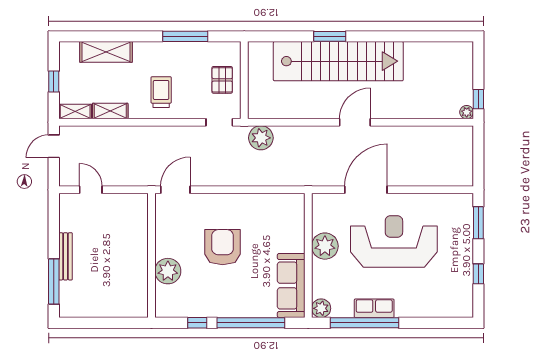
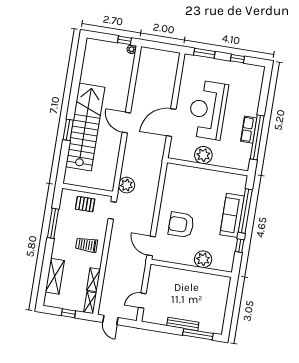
door: (366, 190) -> (171, 123), hinge flipped
armchair: (223, 247) -> (181, 225), moved
sofa: (291, 286) -> (232, 215), moved, turned 90
plant: (321, 308) -> (243, 164), removed

